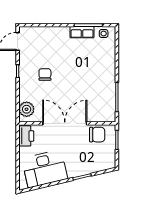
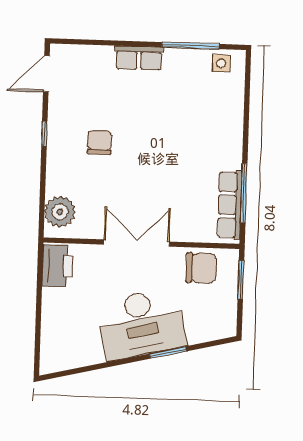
row of seats: (82, 32) -> (139, 58), moved
row of seats: (110, 103) -> (230, 205), added
double door: (65, 123) -> (137, 243), width x0.73
desk: (45, 169) -> (141, 324), moved

